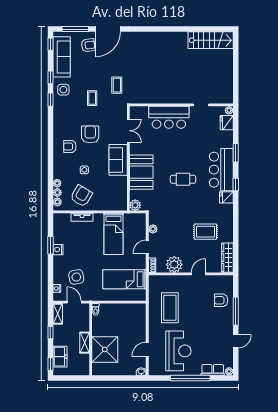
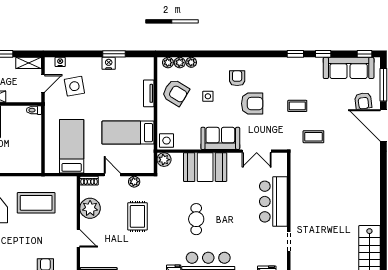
side table: (63, 90) -> (167, 141), moved
rug: (205, 232) -> (137, 216), moved

